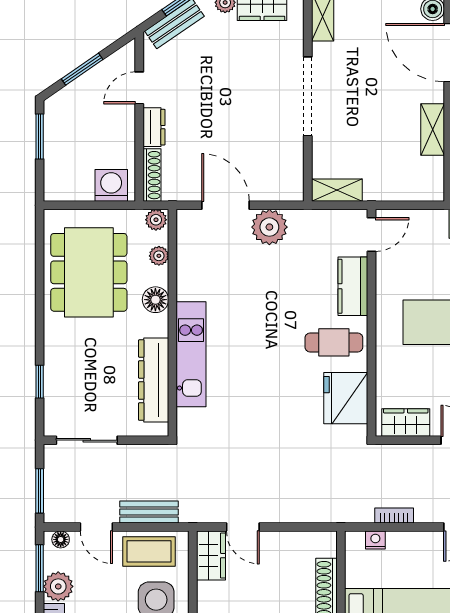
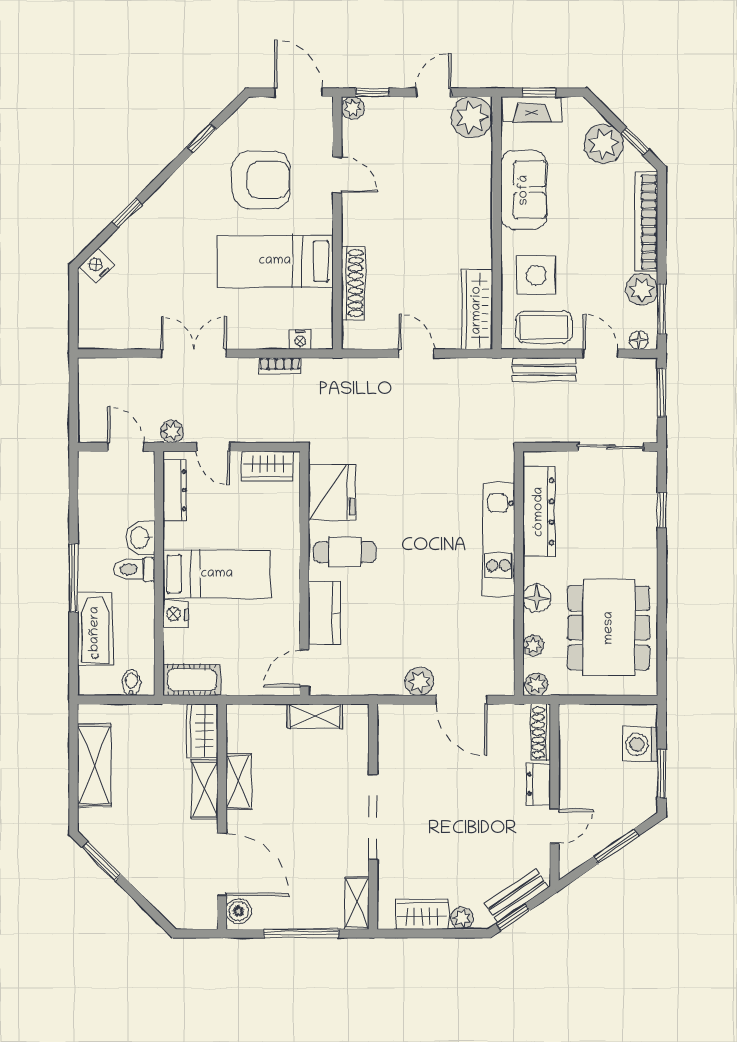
washing machine: (111, 185) -> (640, 744), moved, turned 90
shelving: (337, 190) -> (315, 716), moved
plant: (269, 227) -> (419, 682), width x0.73, depth x0.73
door: (243, 527) -> (416, 353), moved
wardrobe: (211, 556) -> (477, 310), width x1.50

